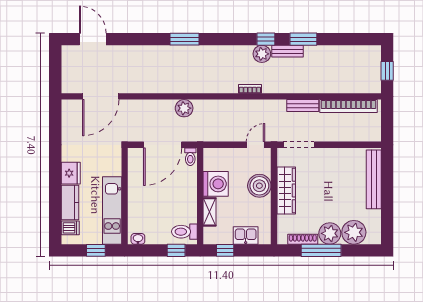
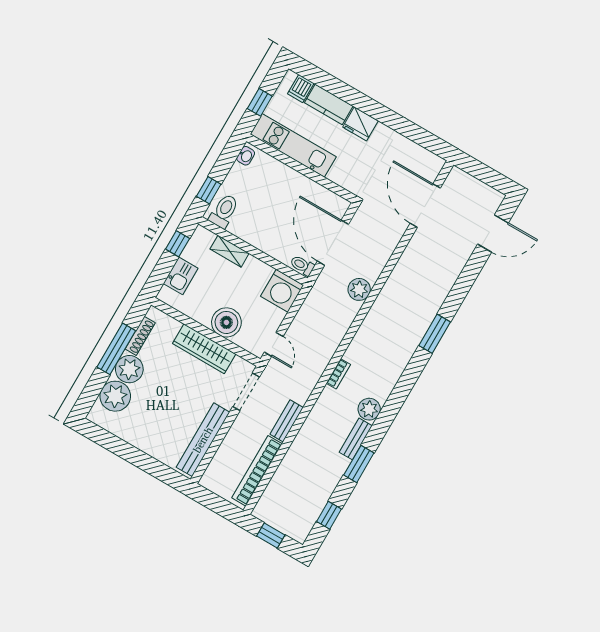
window: (266, 39) -> (329, 515), moved
bench: (374, 179) -> (203, 440), moved, turned 90
washing machine: (216, 184) -> (282, 291), moved

